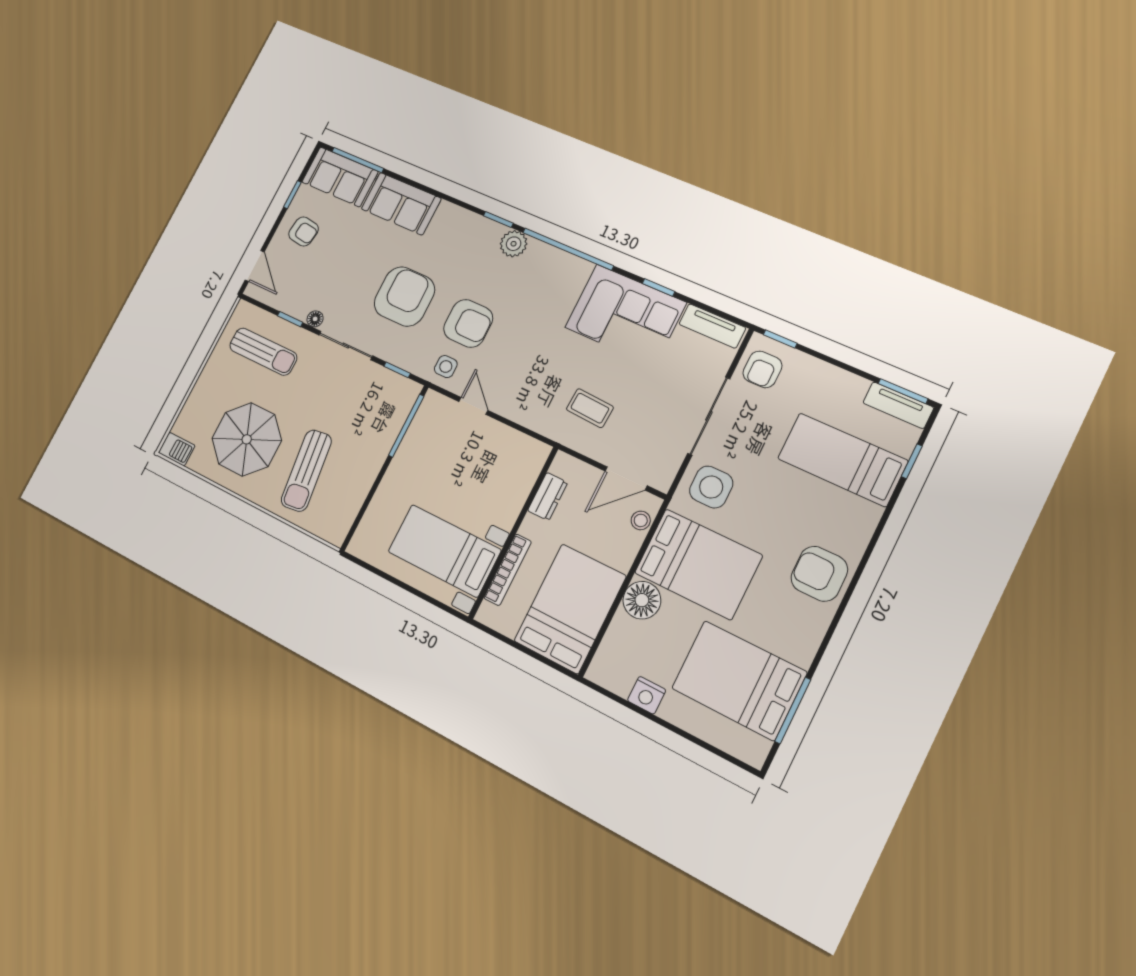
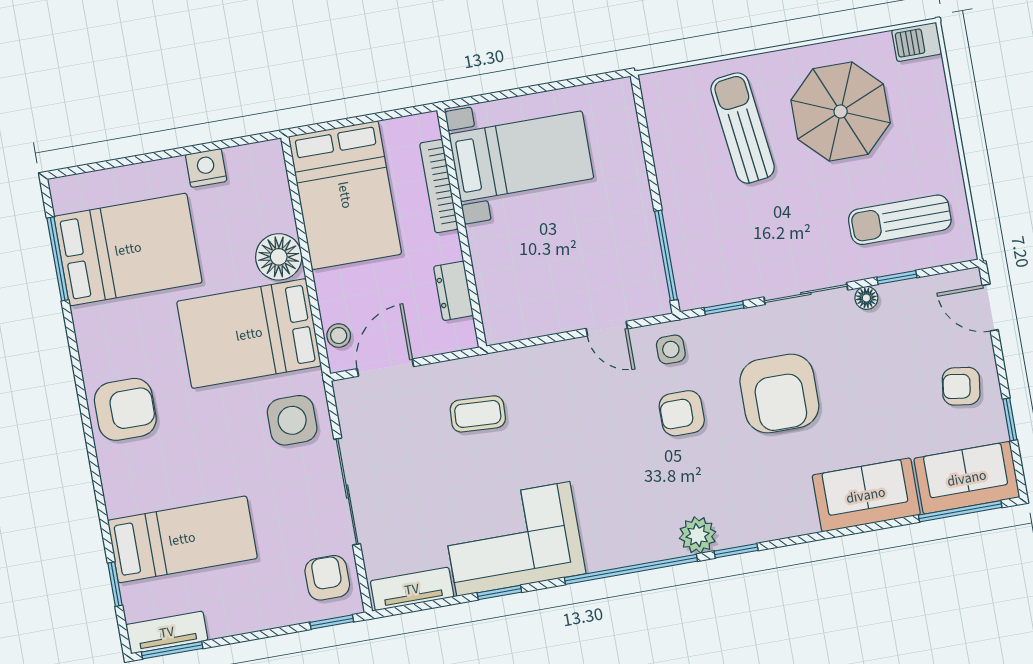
armchair: (468, 323) -> (682, 413), width x0.72, depth x0.72

